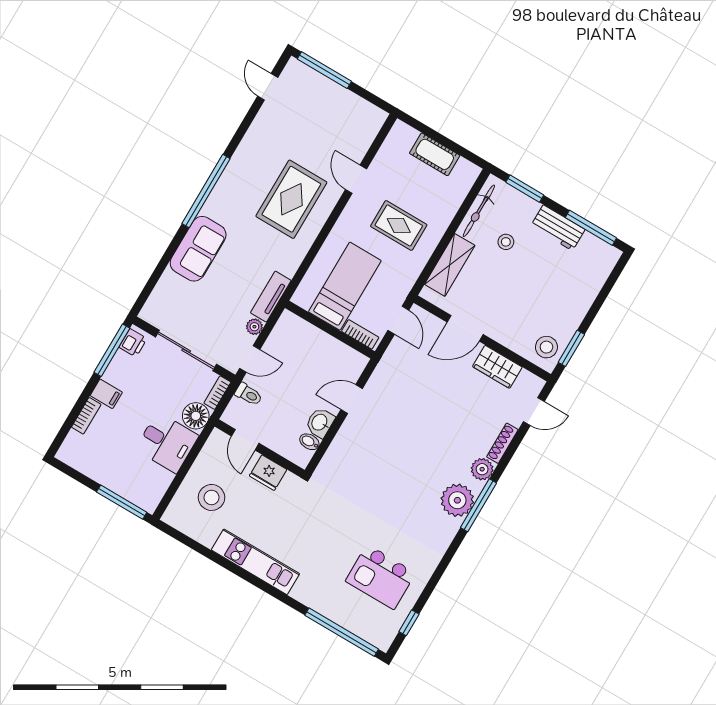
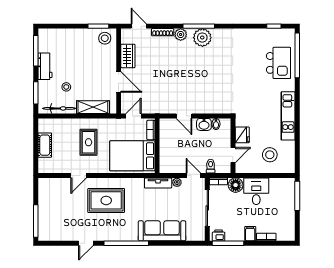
door: (268, 87) -> (86, 243), moved
sofa: (198, 249) -> (162, 231), width x1.36
bed: (345, 286) -> (132, 156), width x1.50
kitchen island: (381, 577) -> (278, 63), moved

